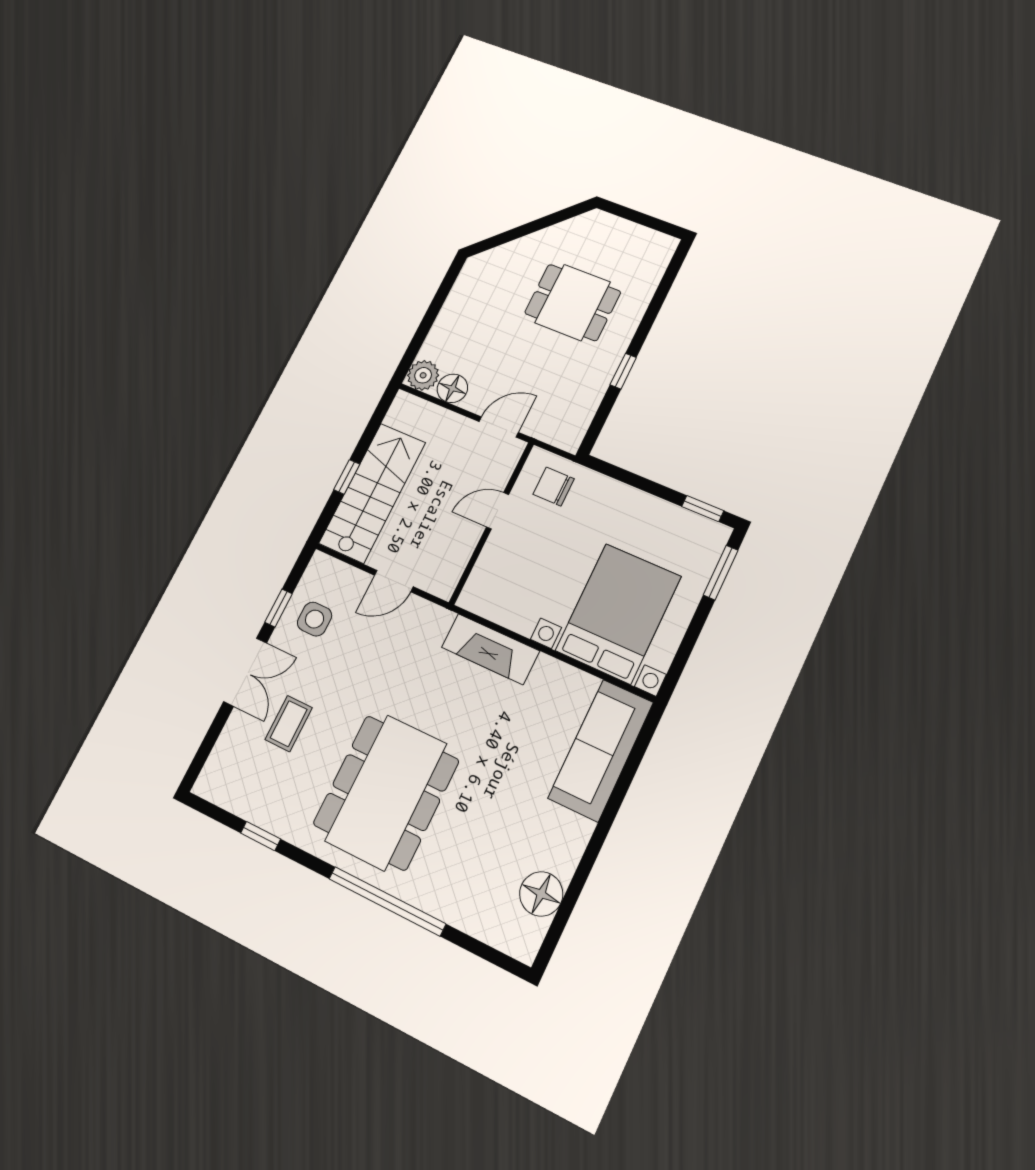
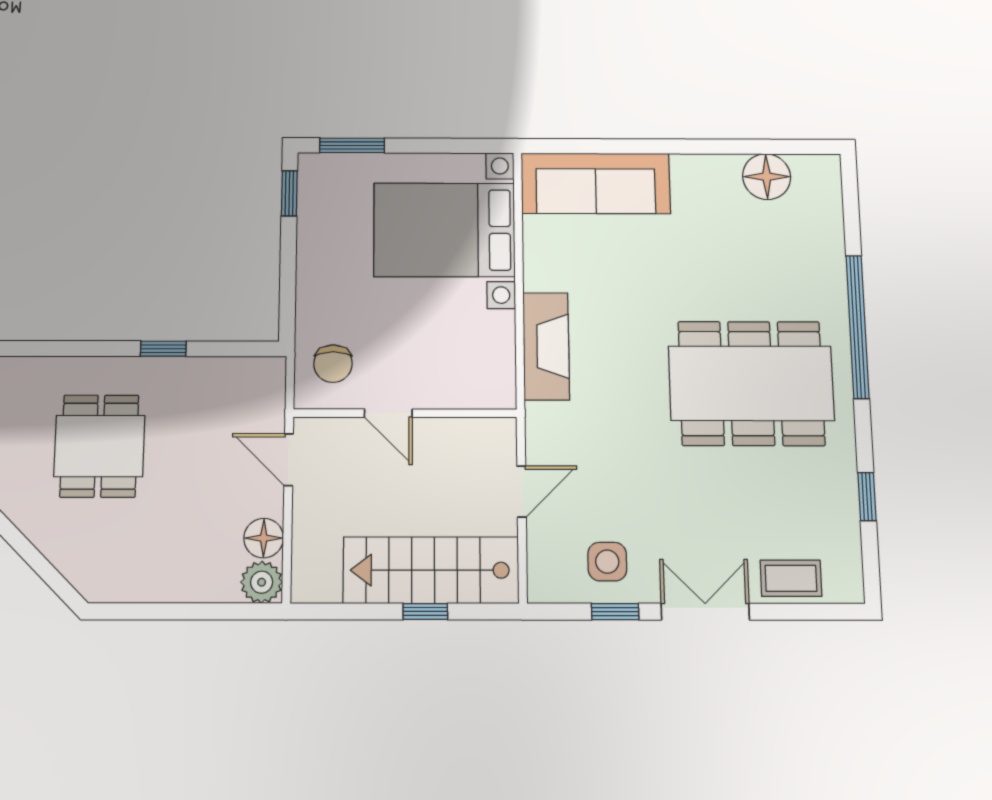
door: (394, 581) -> (522, 492), hinge flipped
coffee table: (289, 724) -> (791, 578), moved

